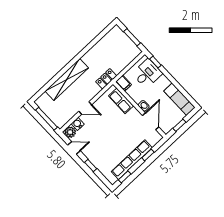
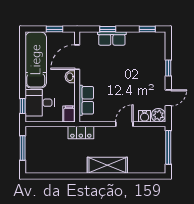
shelving: (67, 79) -> (107, 165), width x0.68
exam couch: (179, 99) -> (36, 60), width x1.36, depth x1.45
door: (85, 108) -> (124, 124), hinge flipped
door: (74, 148) -> (168, 98), swing flipped
row of seats: (132, 160) -> (112, 38), width x0.50

